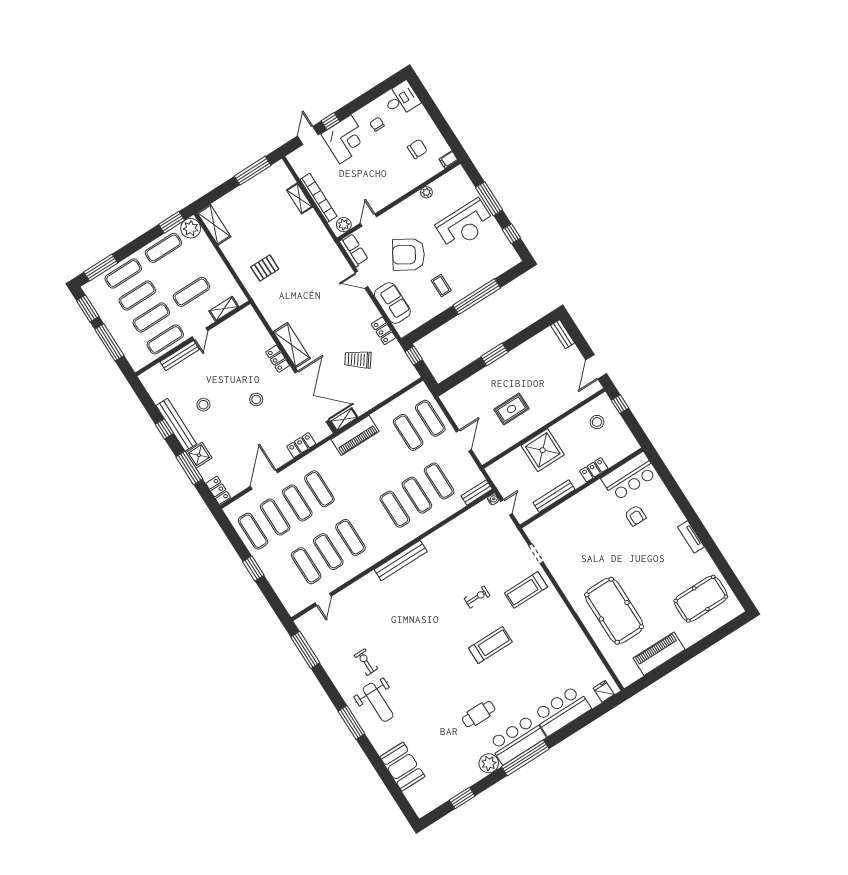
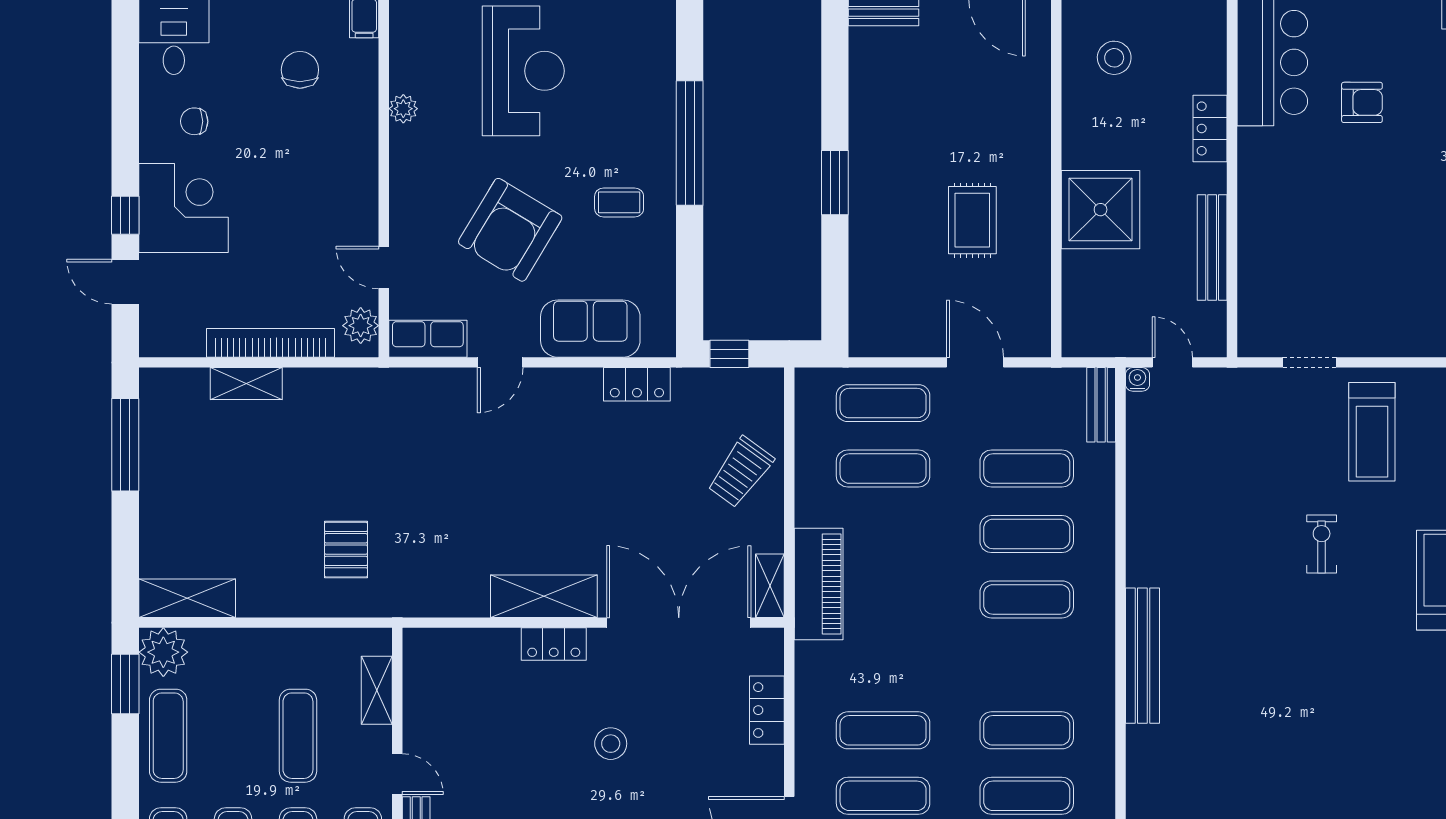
trolley: (358, 360) -> (740, 472), moved

